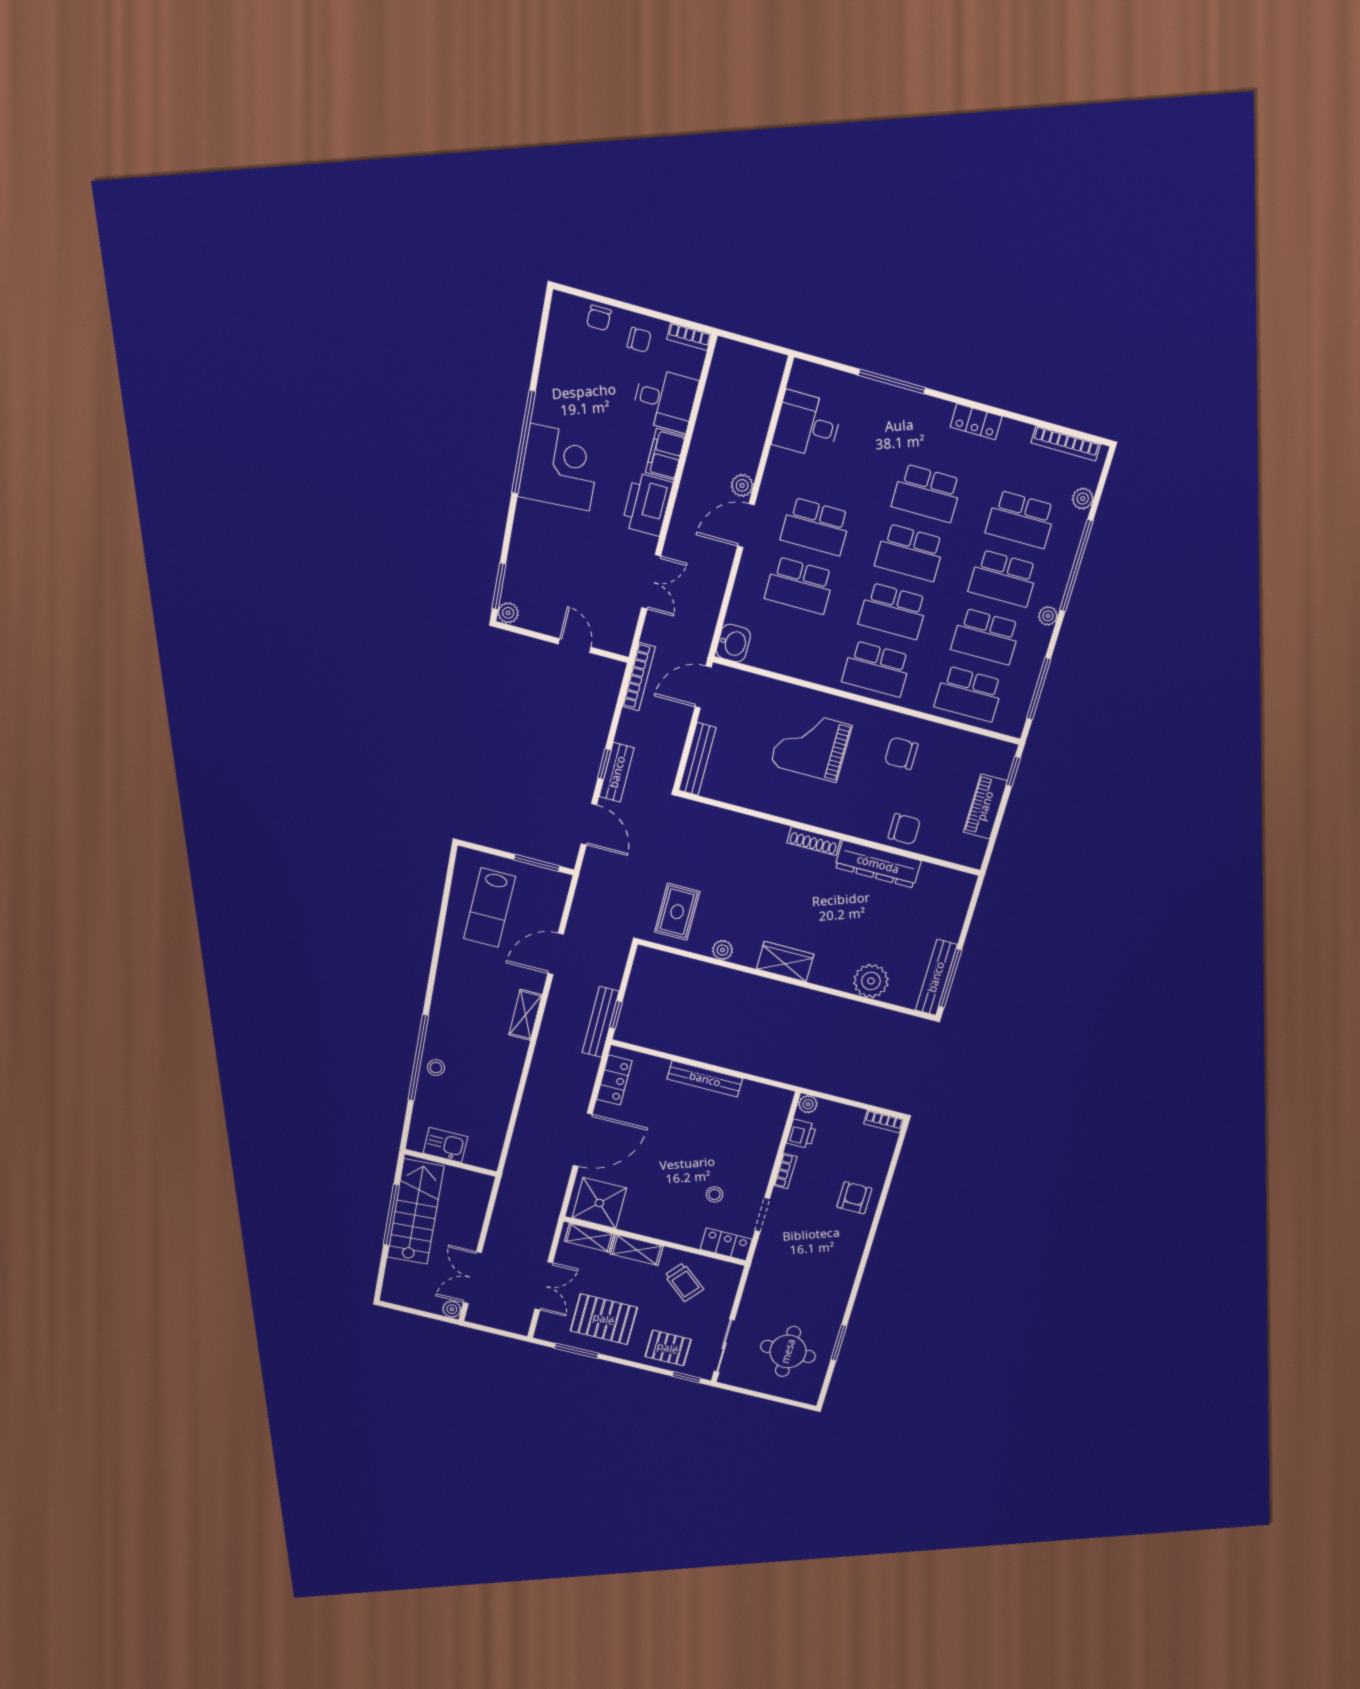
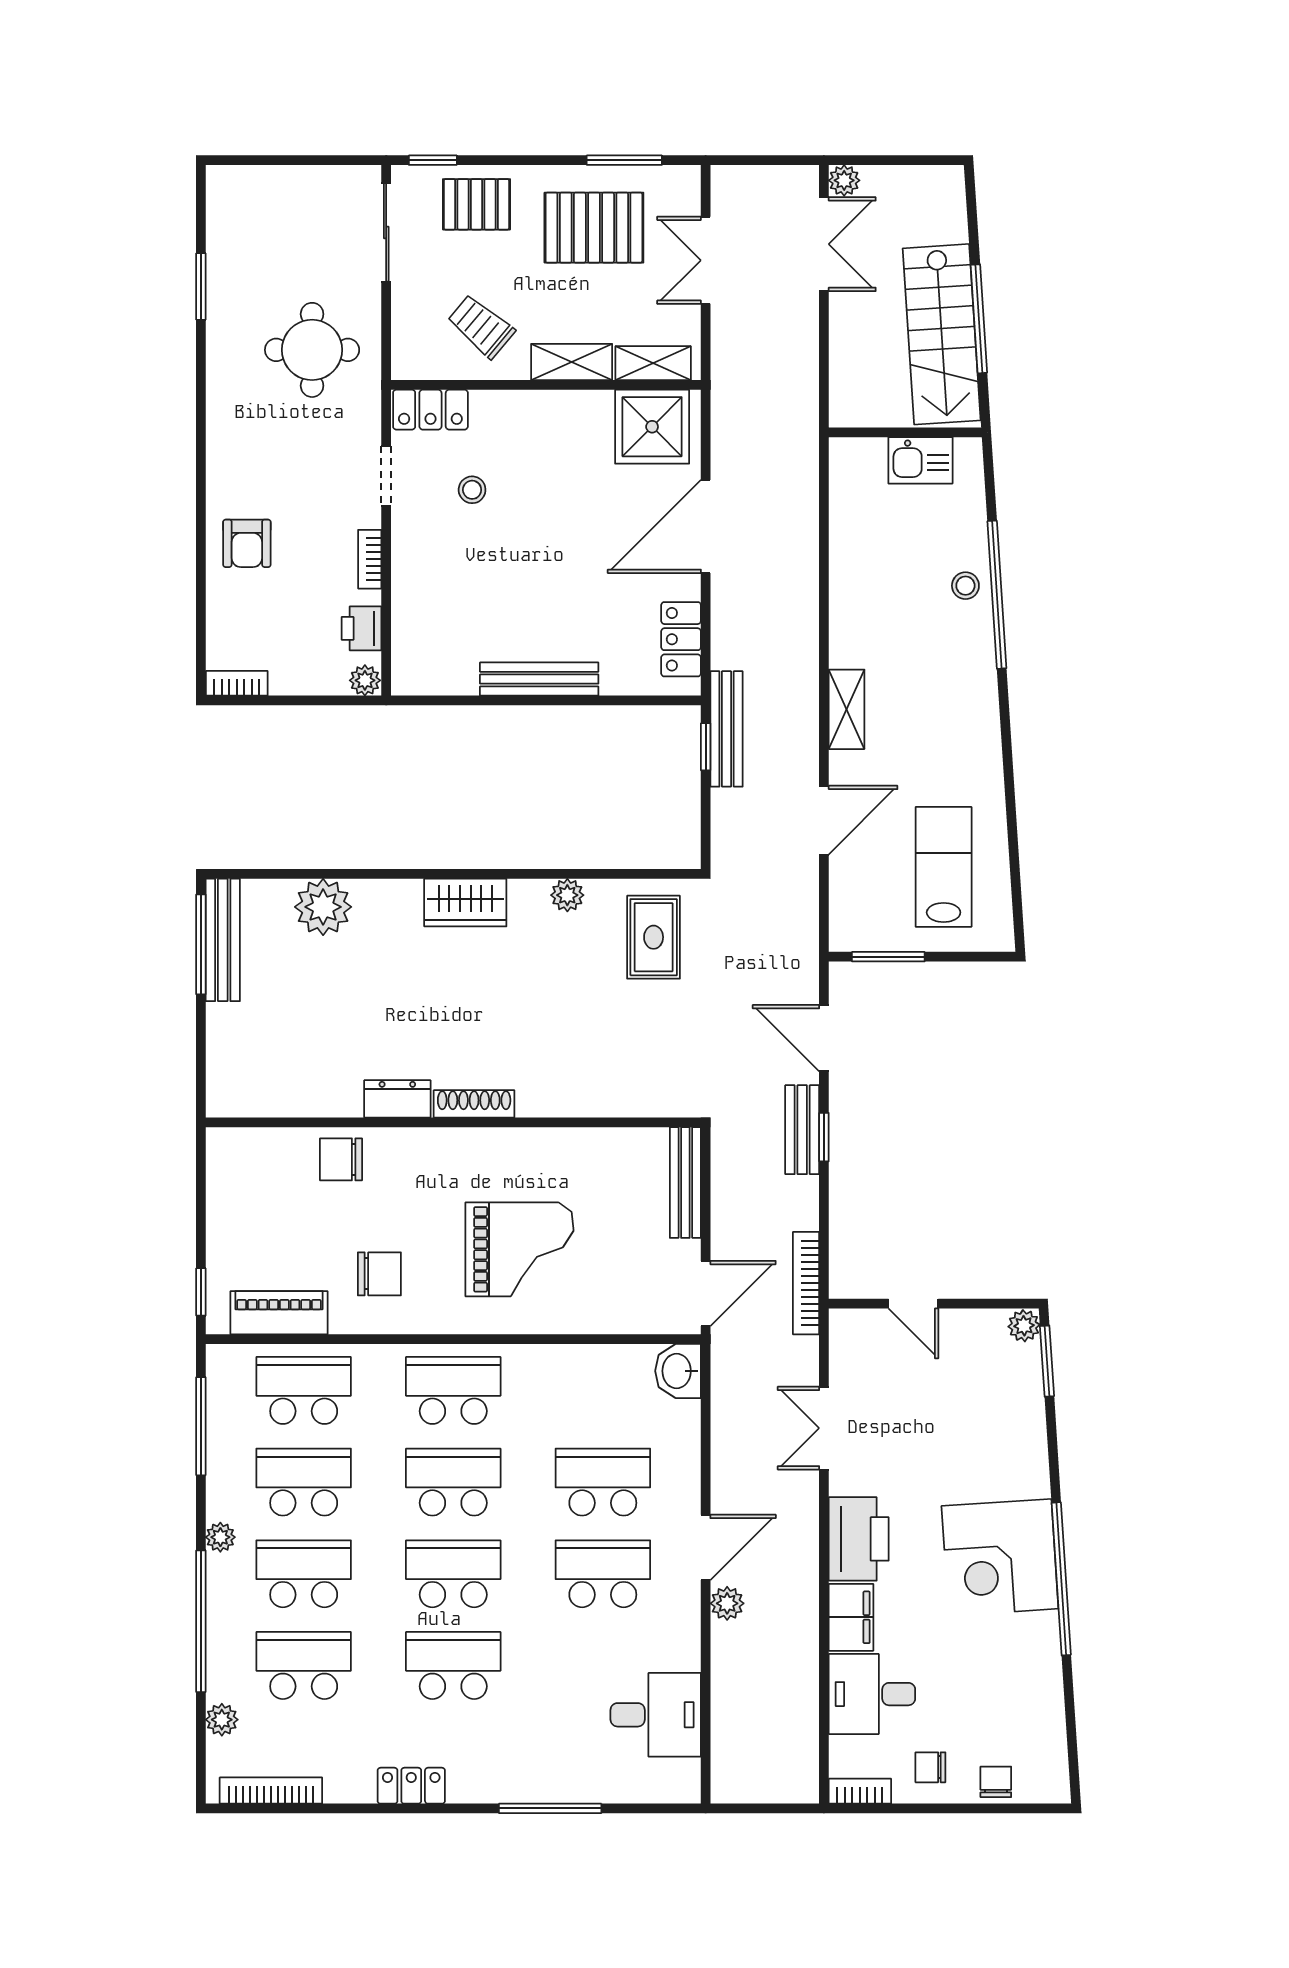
piano: (985, 806) -> (279, 1313), moved, turned -90
dresser: (878, 864) -> (397, 1099), width x0.51, depth x0.80
round table: (788, 1351) -> (312, 350), moved

